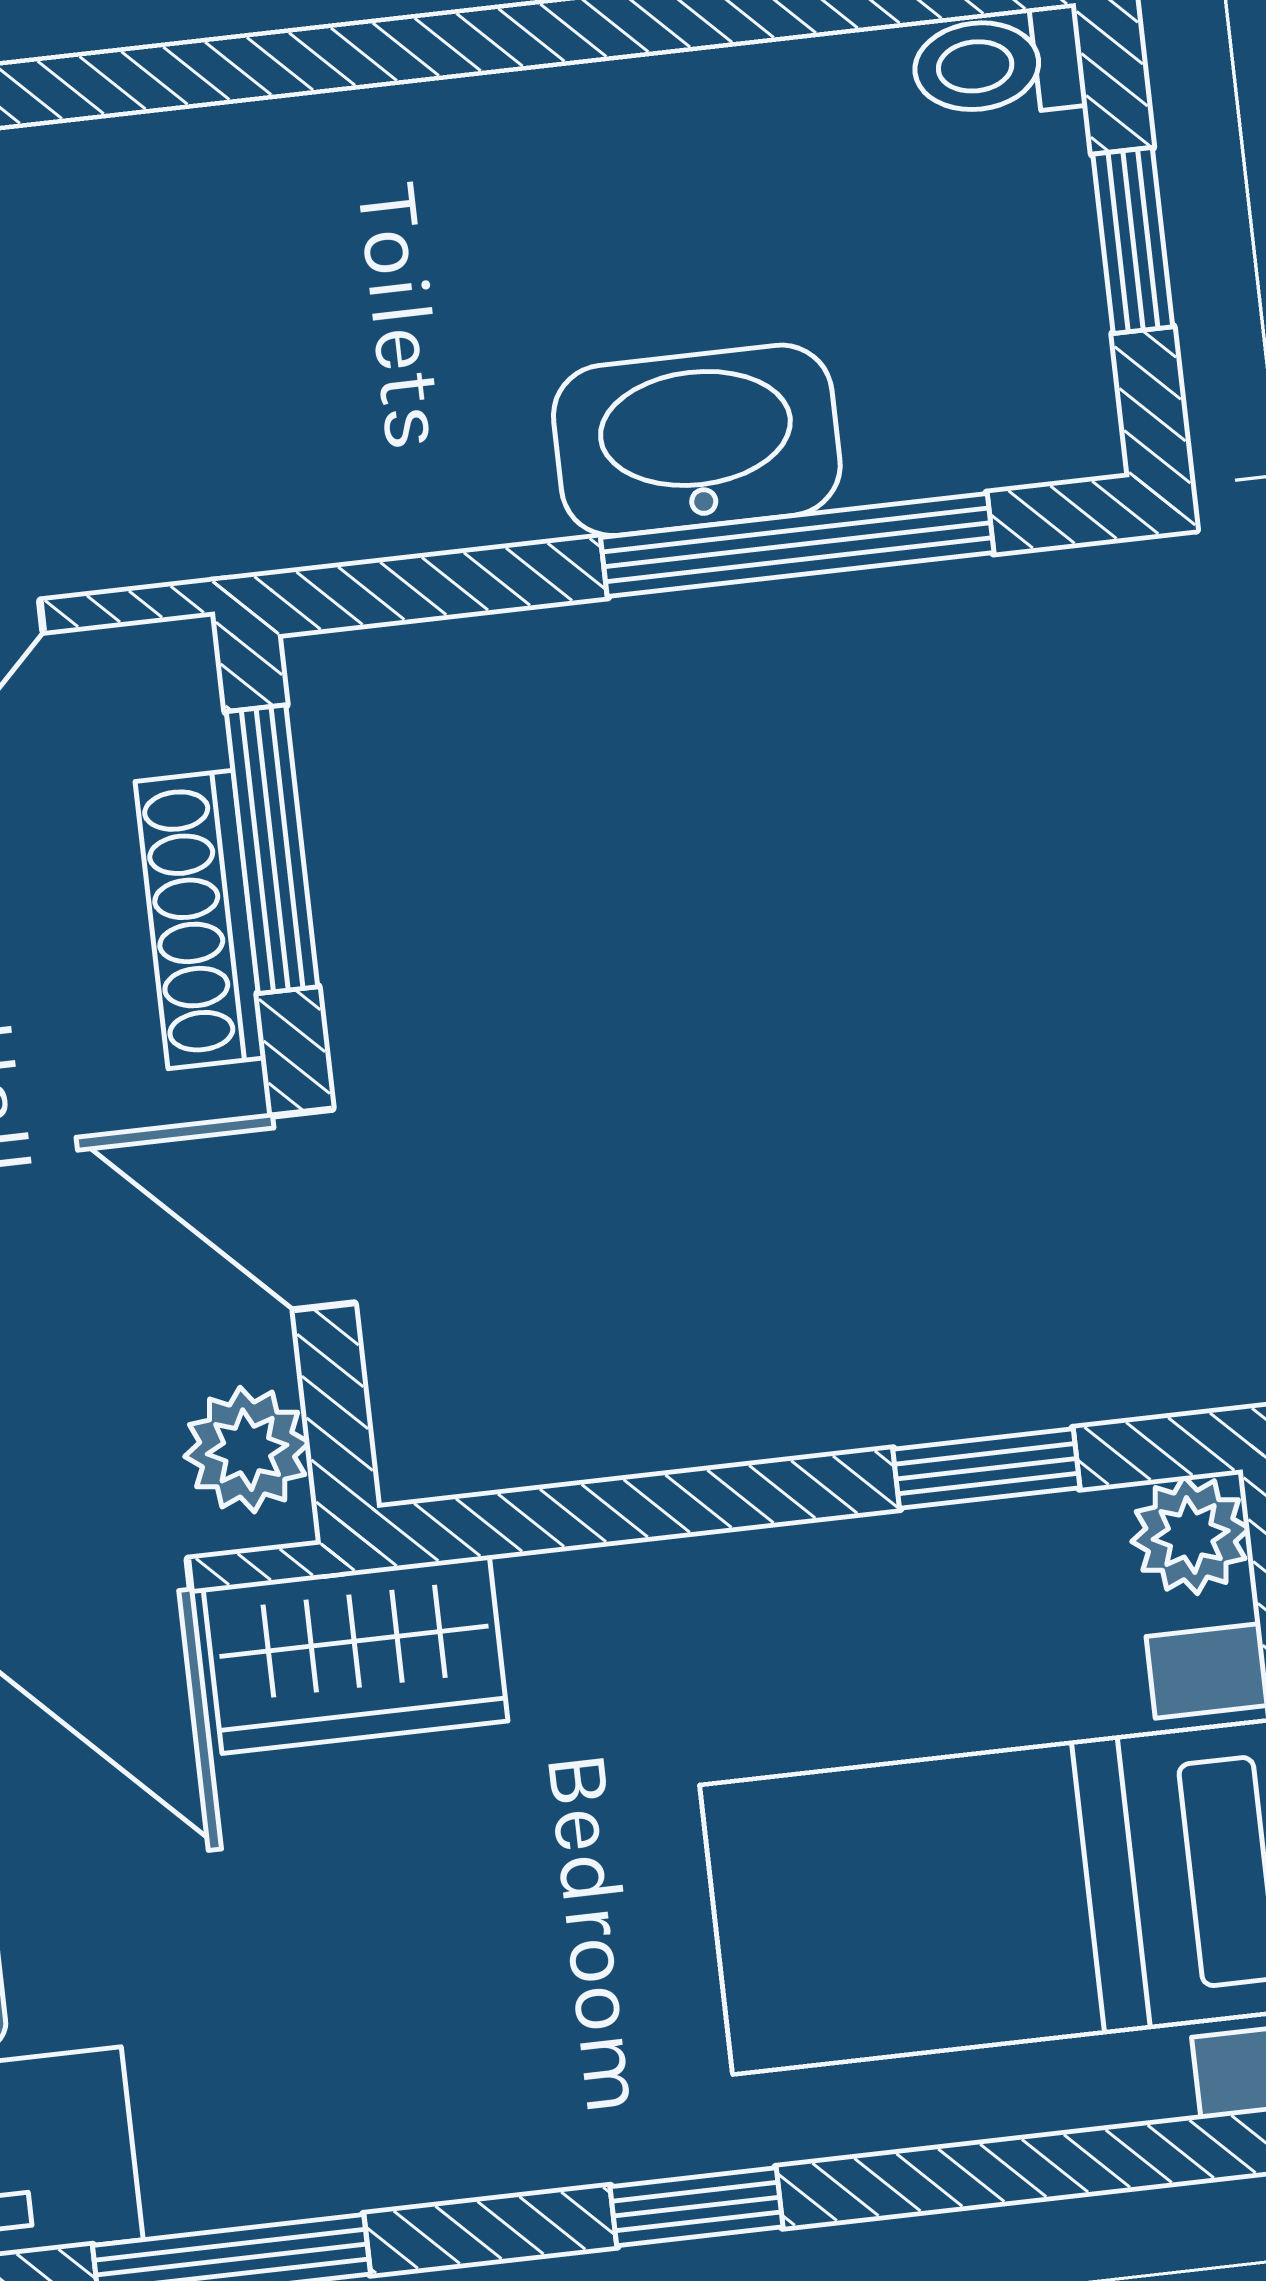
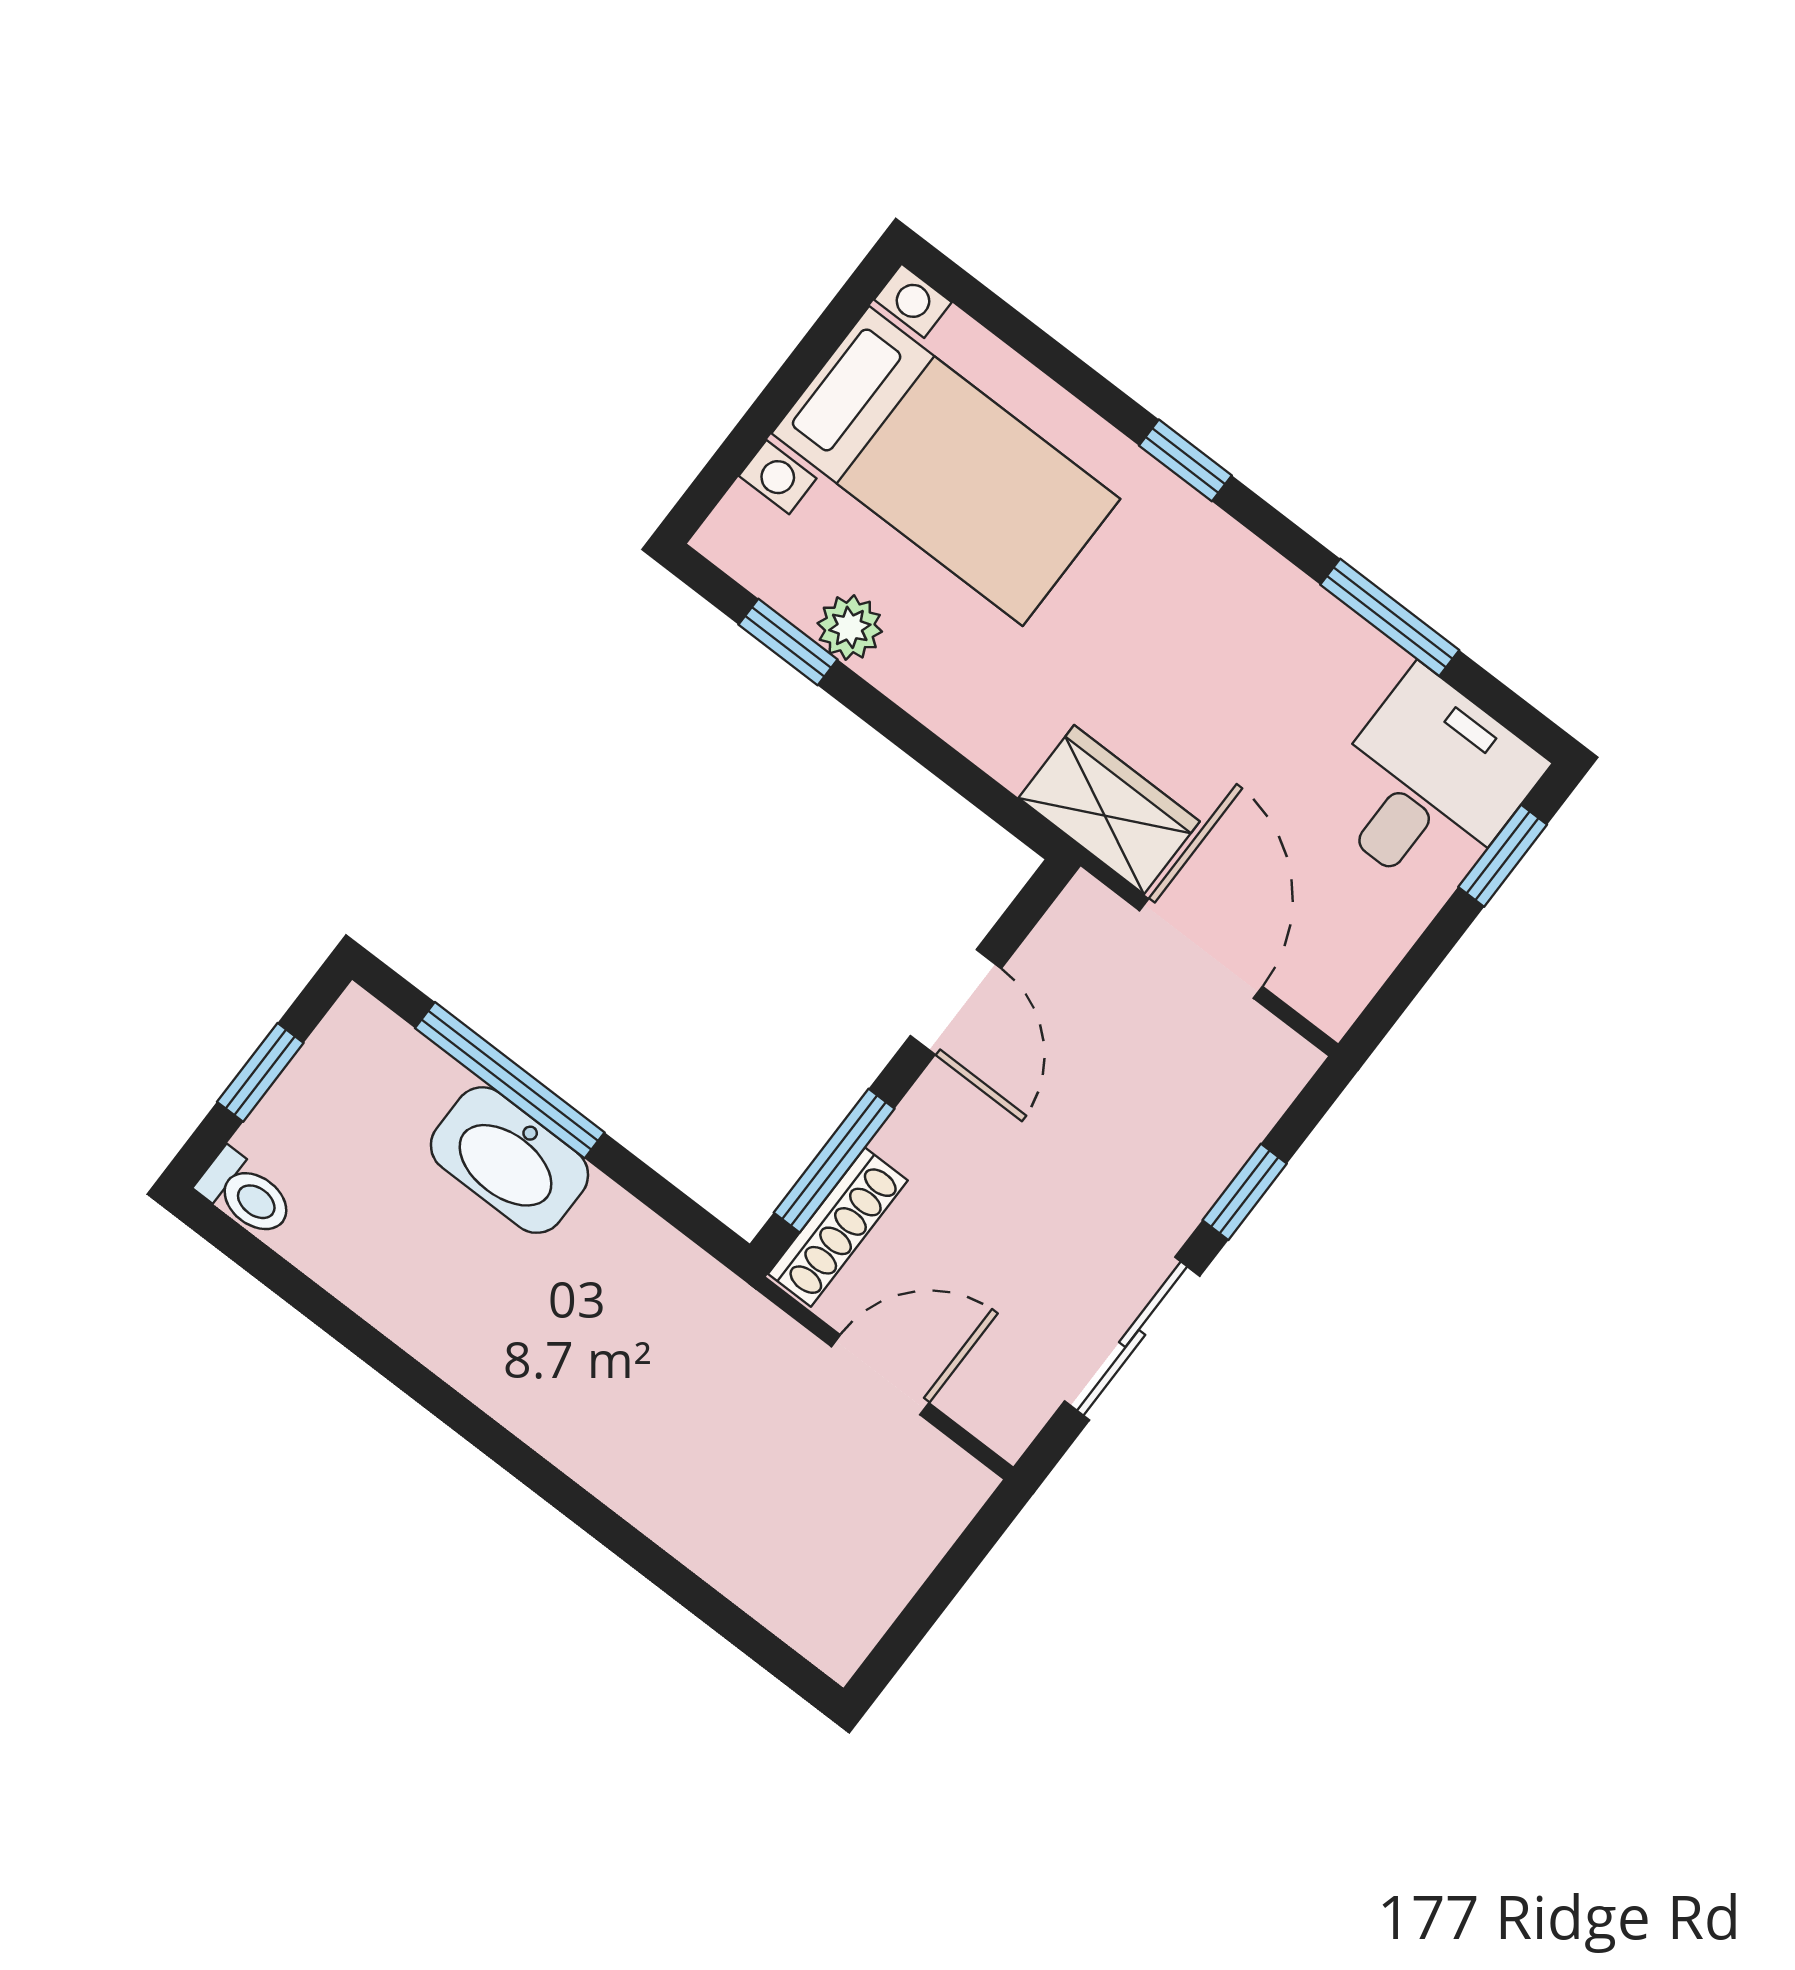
shoe rack: (201, 920) -> (838, 1227), moved
plant: (247, 1450) -> (1074, 932), removed
plant: (1191, 1535) -> (850, 627), moved

